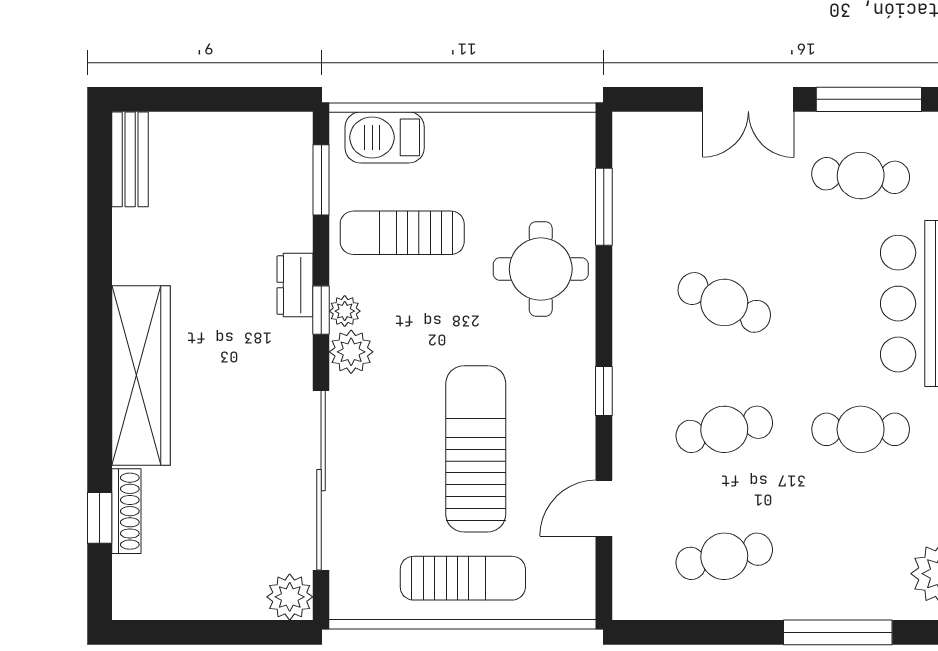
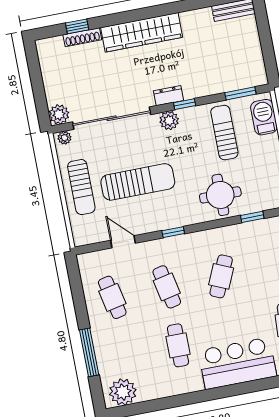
window: (604, 207) -> (252, 217), width x0.67
dresser: (295, 285) -> (169, 96), moved
plant: (345, 311) -> (64, 138), moved

